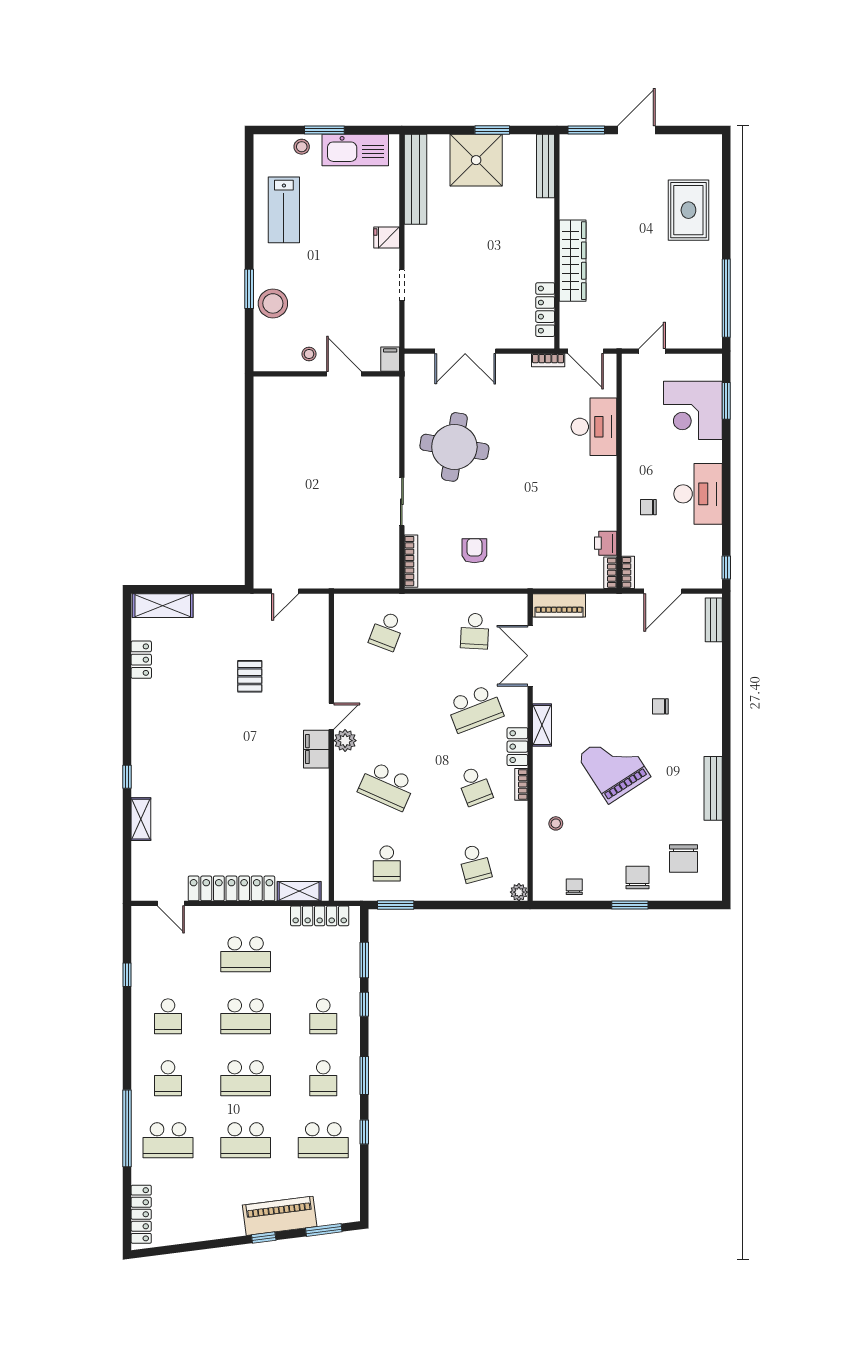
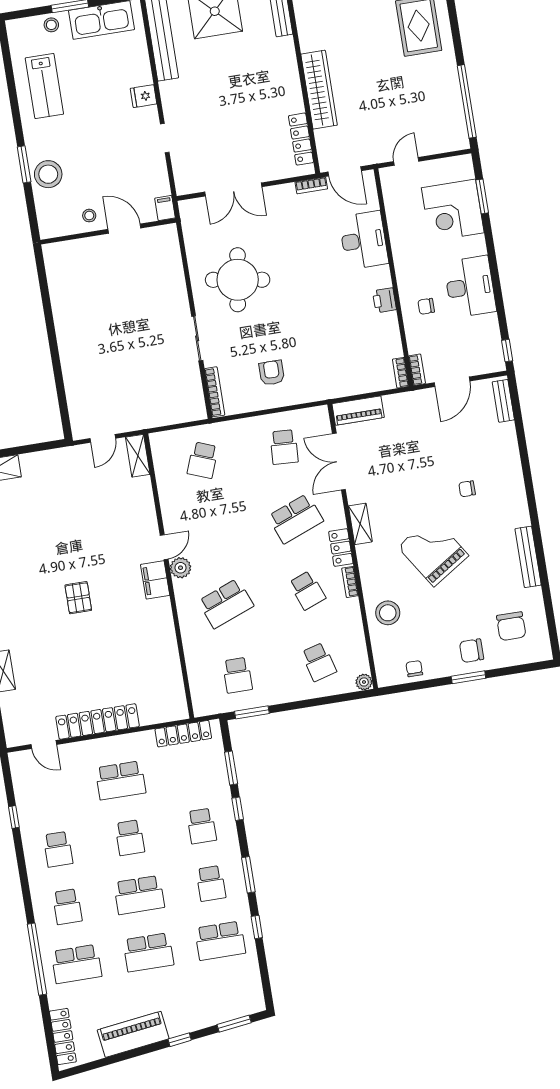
printer: (606, 543) -> (384, 300), moved
pallet: (250, 676) -> (78, 598), moved
school desk: (387, 786) -> (226, 603), turned -45
stool: (556, 823) -> (388, 613), width x1.89, depth x1.89
chair: (637, 878) -> (471, 651), turned -90
shelving: (299, 891) -> (138, 456), moved, turned 90
school desk: (246, 1016) -> (130, 838), width x0.54
piano: (280, 1216) -> (133, 1034), moved

